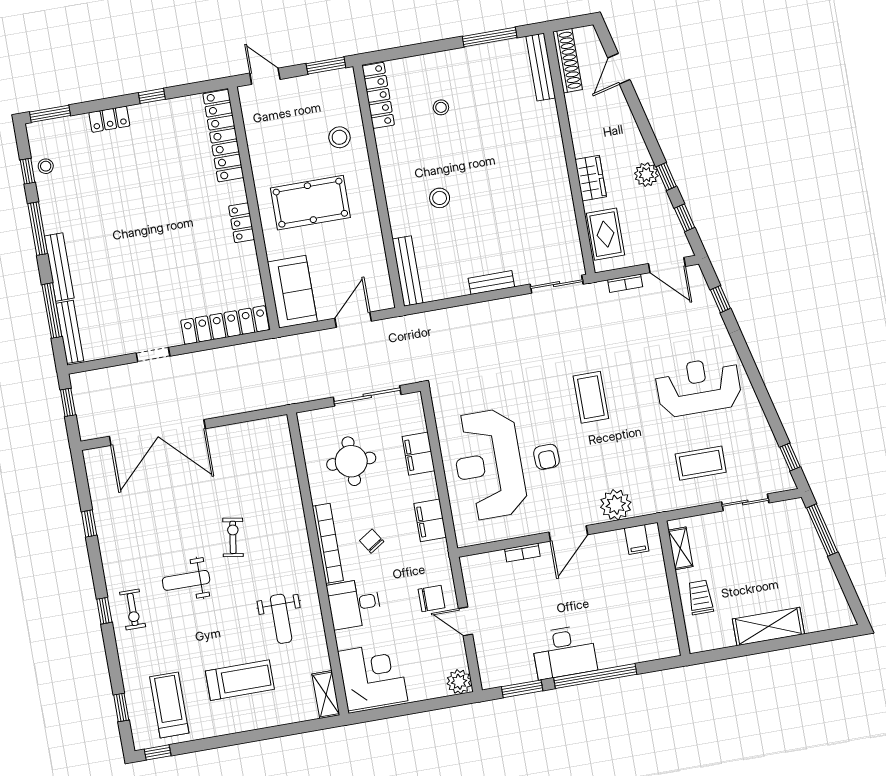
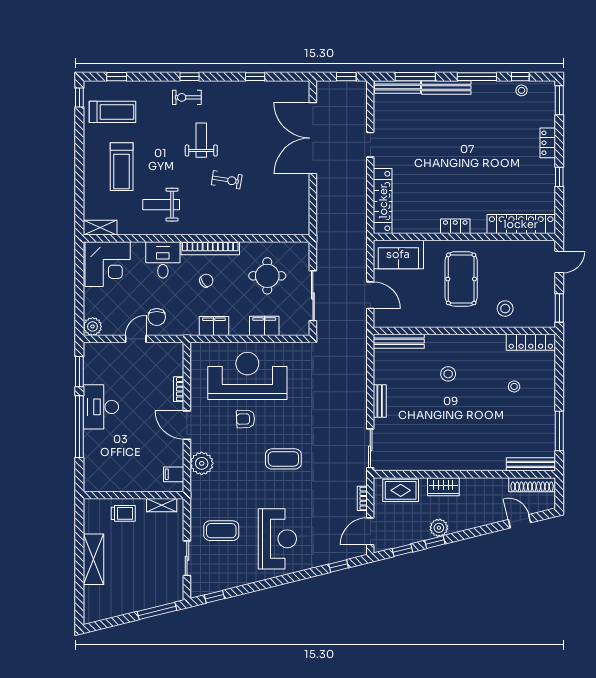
coffee table: (701, 463) -> (221, 531), turned 90

